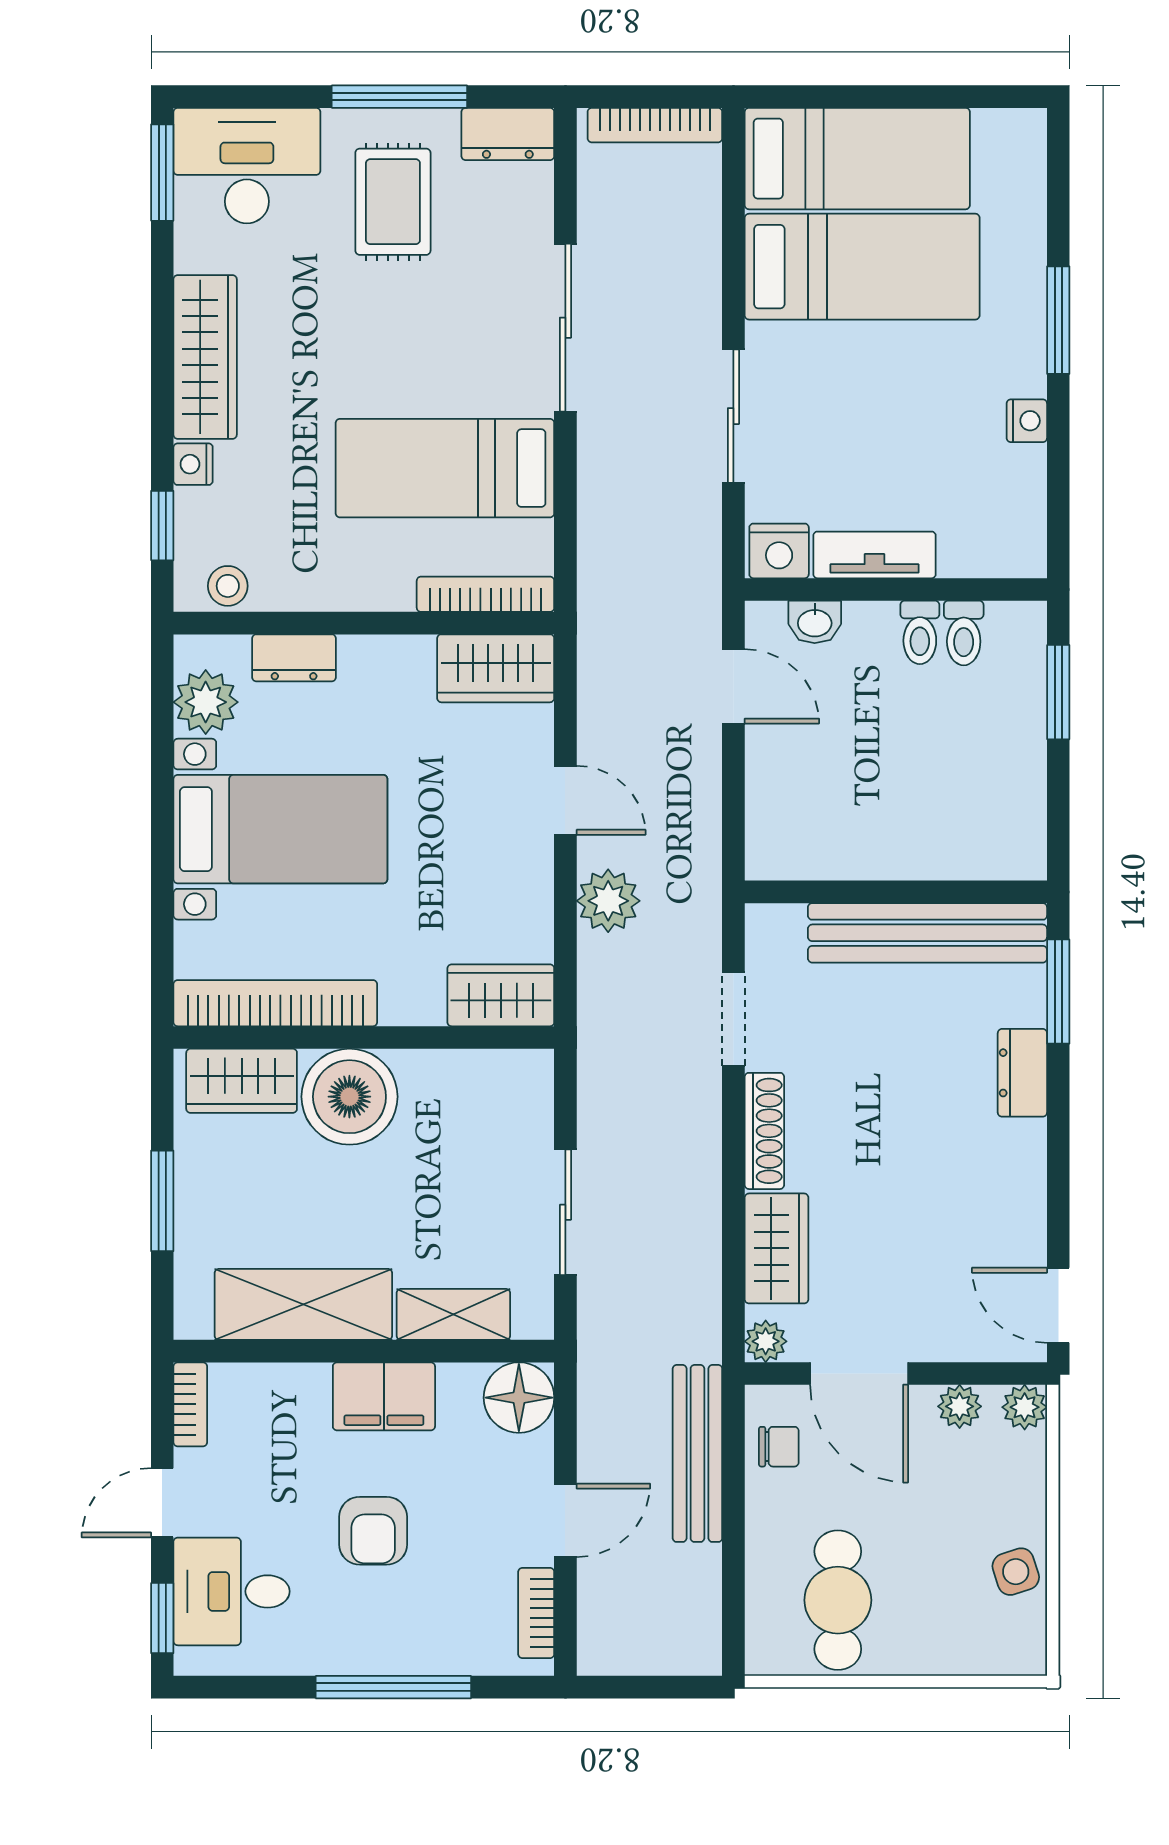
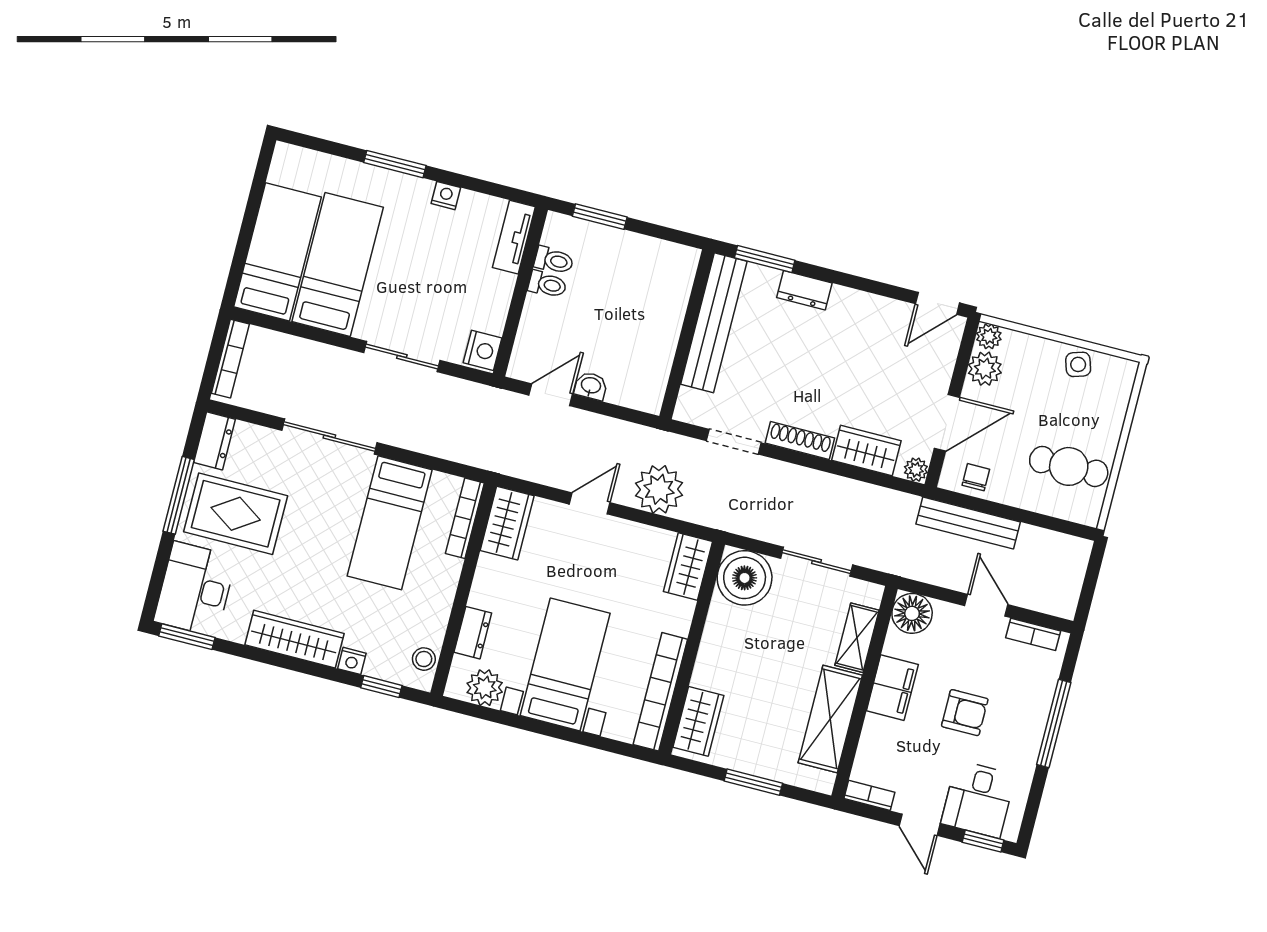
rug: (393, 202) -> (236, 514), width x1.36, depth x1.43
tv unit: (875, 555) -> (514, 237), moved
washbasin: (815, 622) -> (591, 386), moved, turned -90
plant: (608, 901) -> (659, 489), width x1.36, depth x1.36
boiler: (349, 1097) -> (745, 578), moved
plant: (960, 1406) -> (985, 369), width x1.38, depth x1.38

